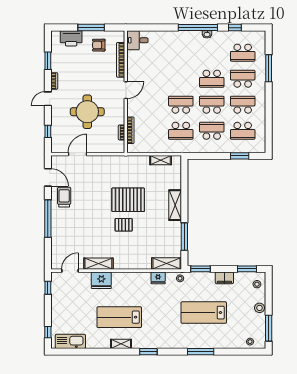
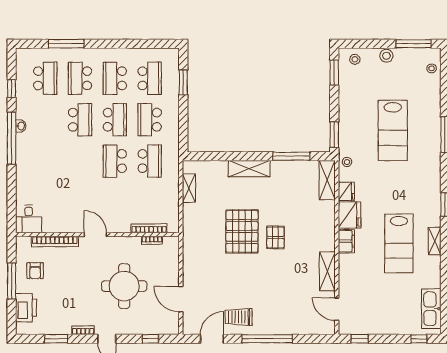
school desk: (212, 105) -> (115, 120), turned 180
filing cabinet: (224, 278) -> (346, 241), moved
fridge: (101, 280) -> (350, 215), moved

